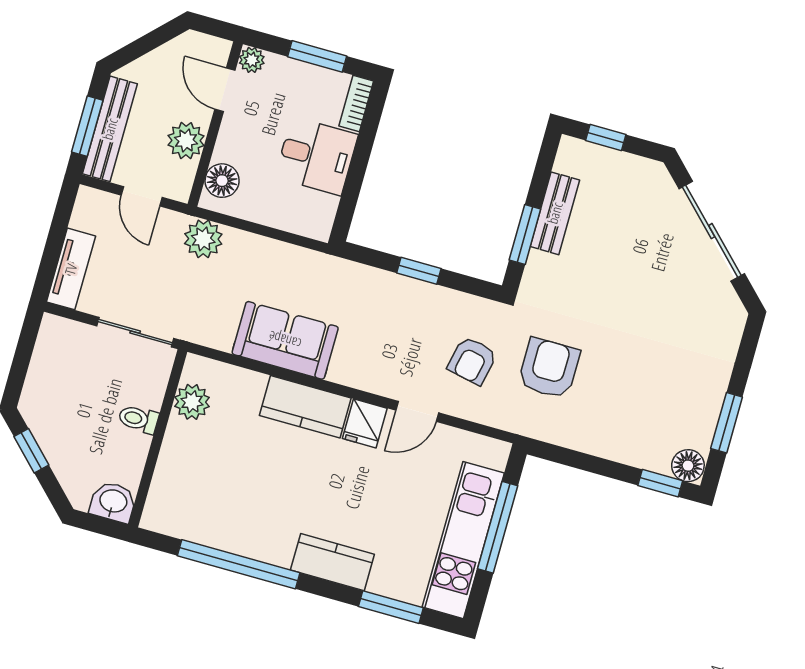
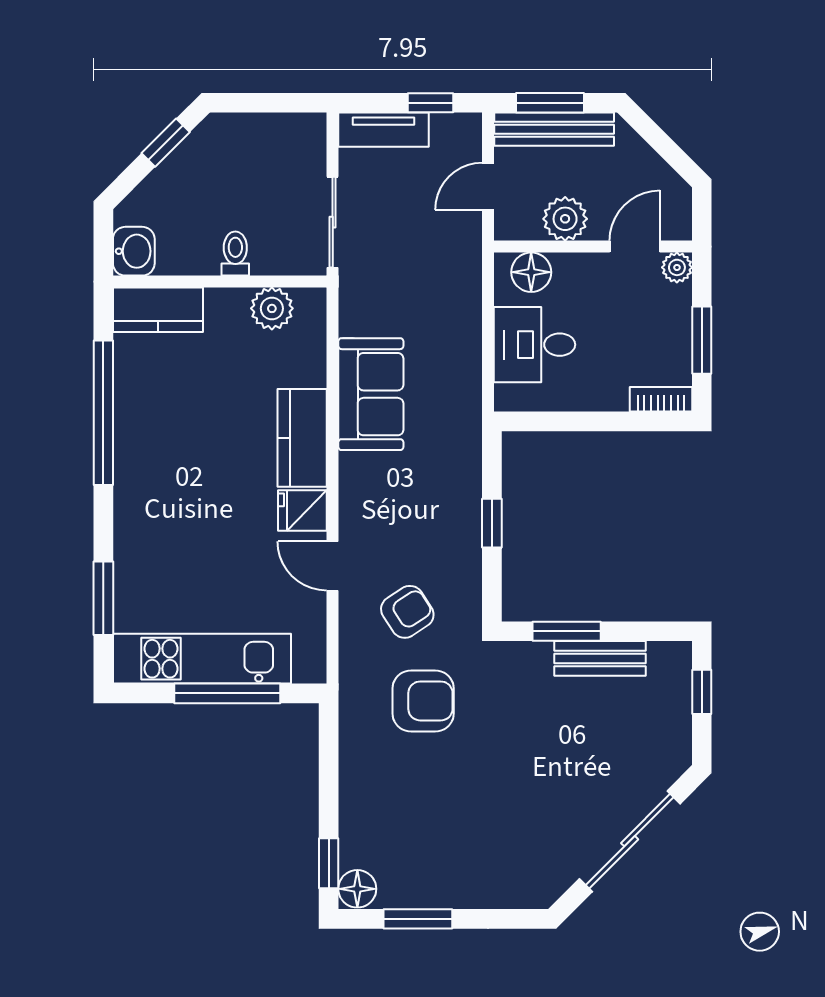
desk: (316, 156) -> (535, 345), moved, turned 90
window: (60, 224) -> (430, 103), added
plant: (203, 239) -> (459, 270), removed
armchair: (472, 361) -> (407, 612), turned 135
kitchen counter: (332, 562) -> (158, 310), moved, turned 90

